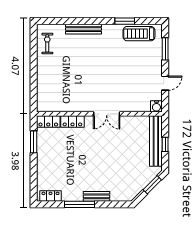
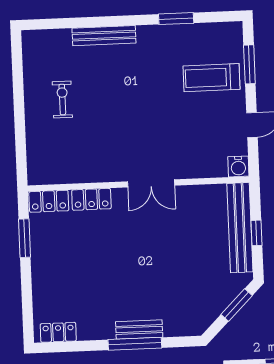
treadmill: (139, 34) -> (211, 78), moved
exercise bike: (47, 43) -> (62, 100), moved
window: (79, 204) -> (135, 344), moved

